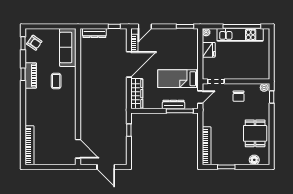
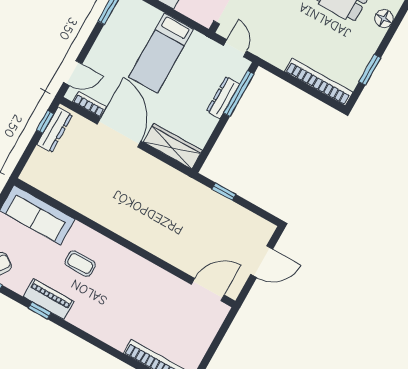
door: (145, 26) -> (73, 73), hinge flipped
dresser: (94, 33) -> (55, 130), moved
bed: (178, 79) -> (161, 53), moved

